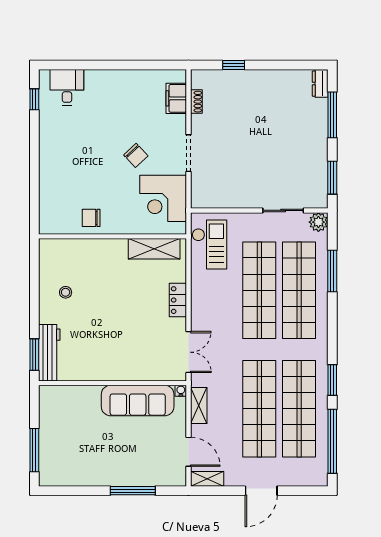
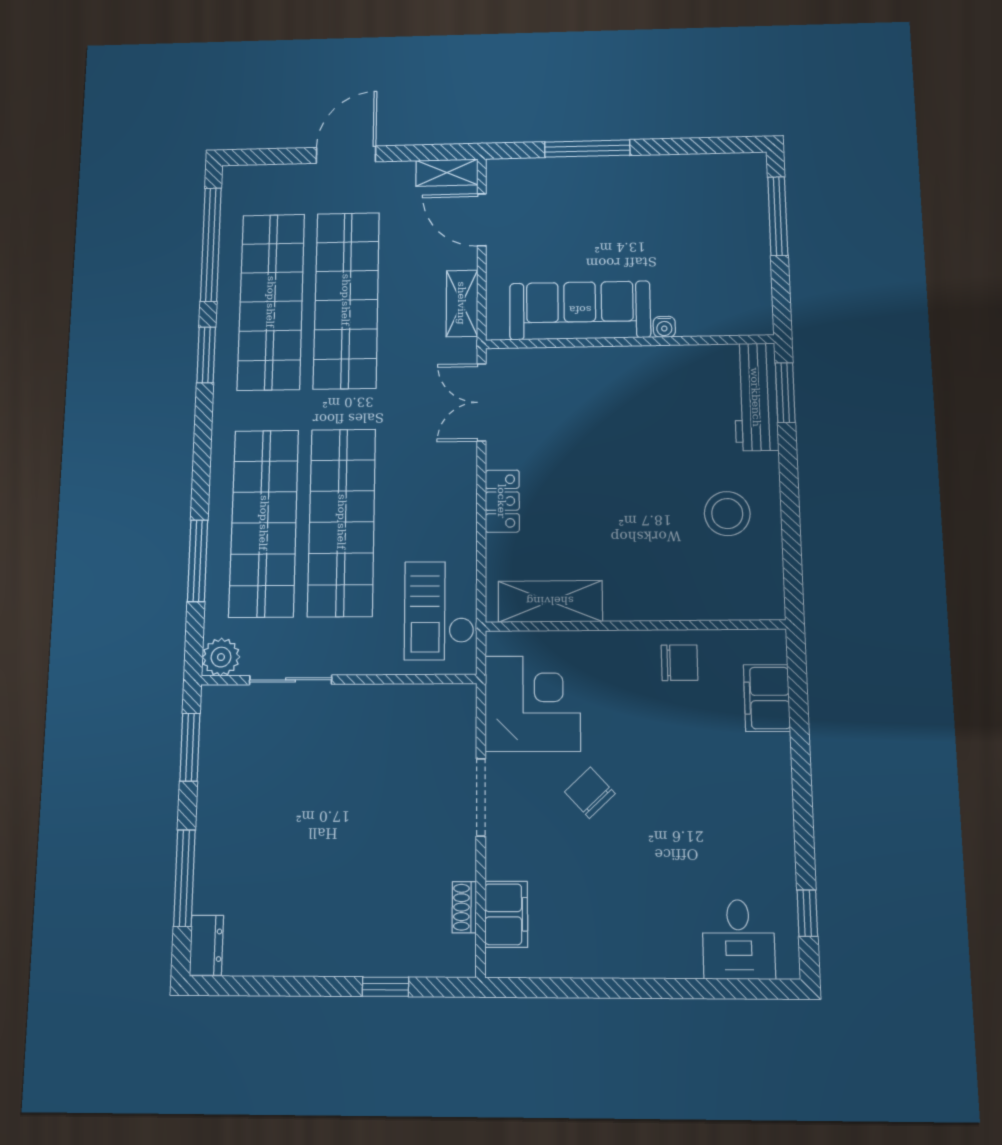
filing cabinet: (49, 200) -> (767, 698), added
stool: (66, 292) -> (727, 514), width x1.89, depth x1.89
water cooler: (181, 391) -> (664, 327), moved

